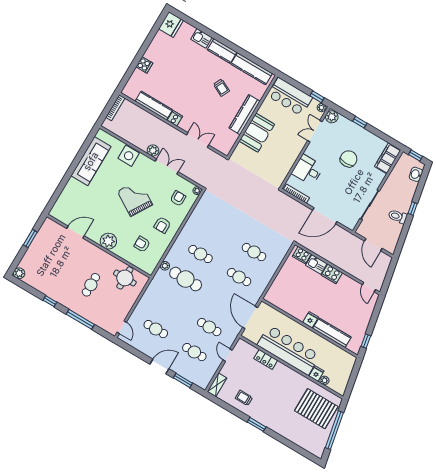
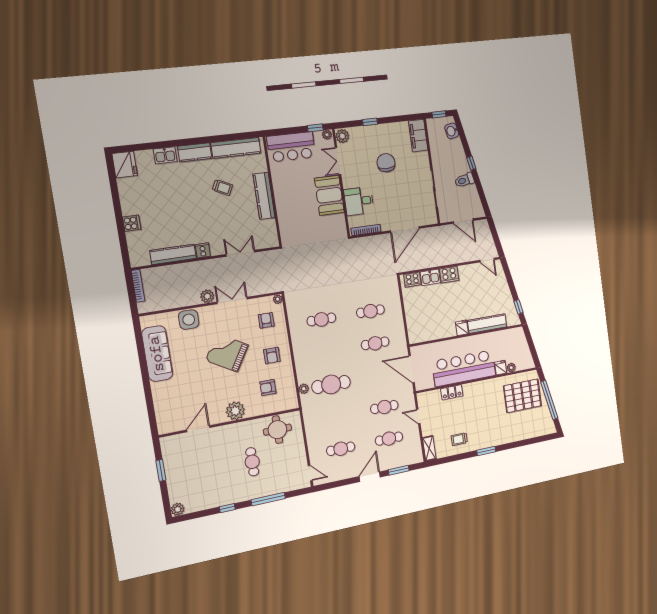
booth: (257, 133) -> (329, 195), moved
cafe table: (200, 254) -> (321, 319), moved

